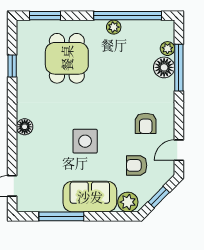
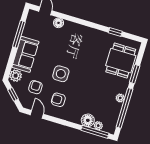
window: (45, 16) -> (135, 74), moved
dining table: (67, 58) -> (121, 61), moved, turned 90
window: (179, 68) -> (95, 132), moved
floor lamp: (25, 127) -> (59, 23), moved
side table: (85, 141) -> (61, 74), moved

